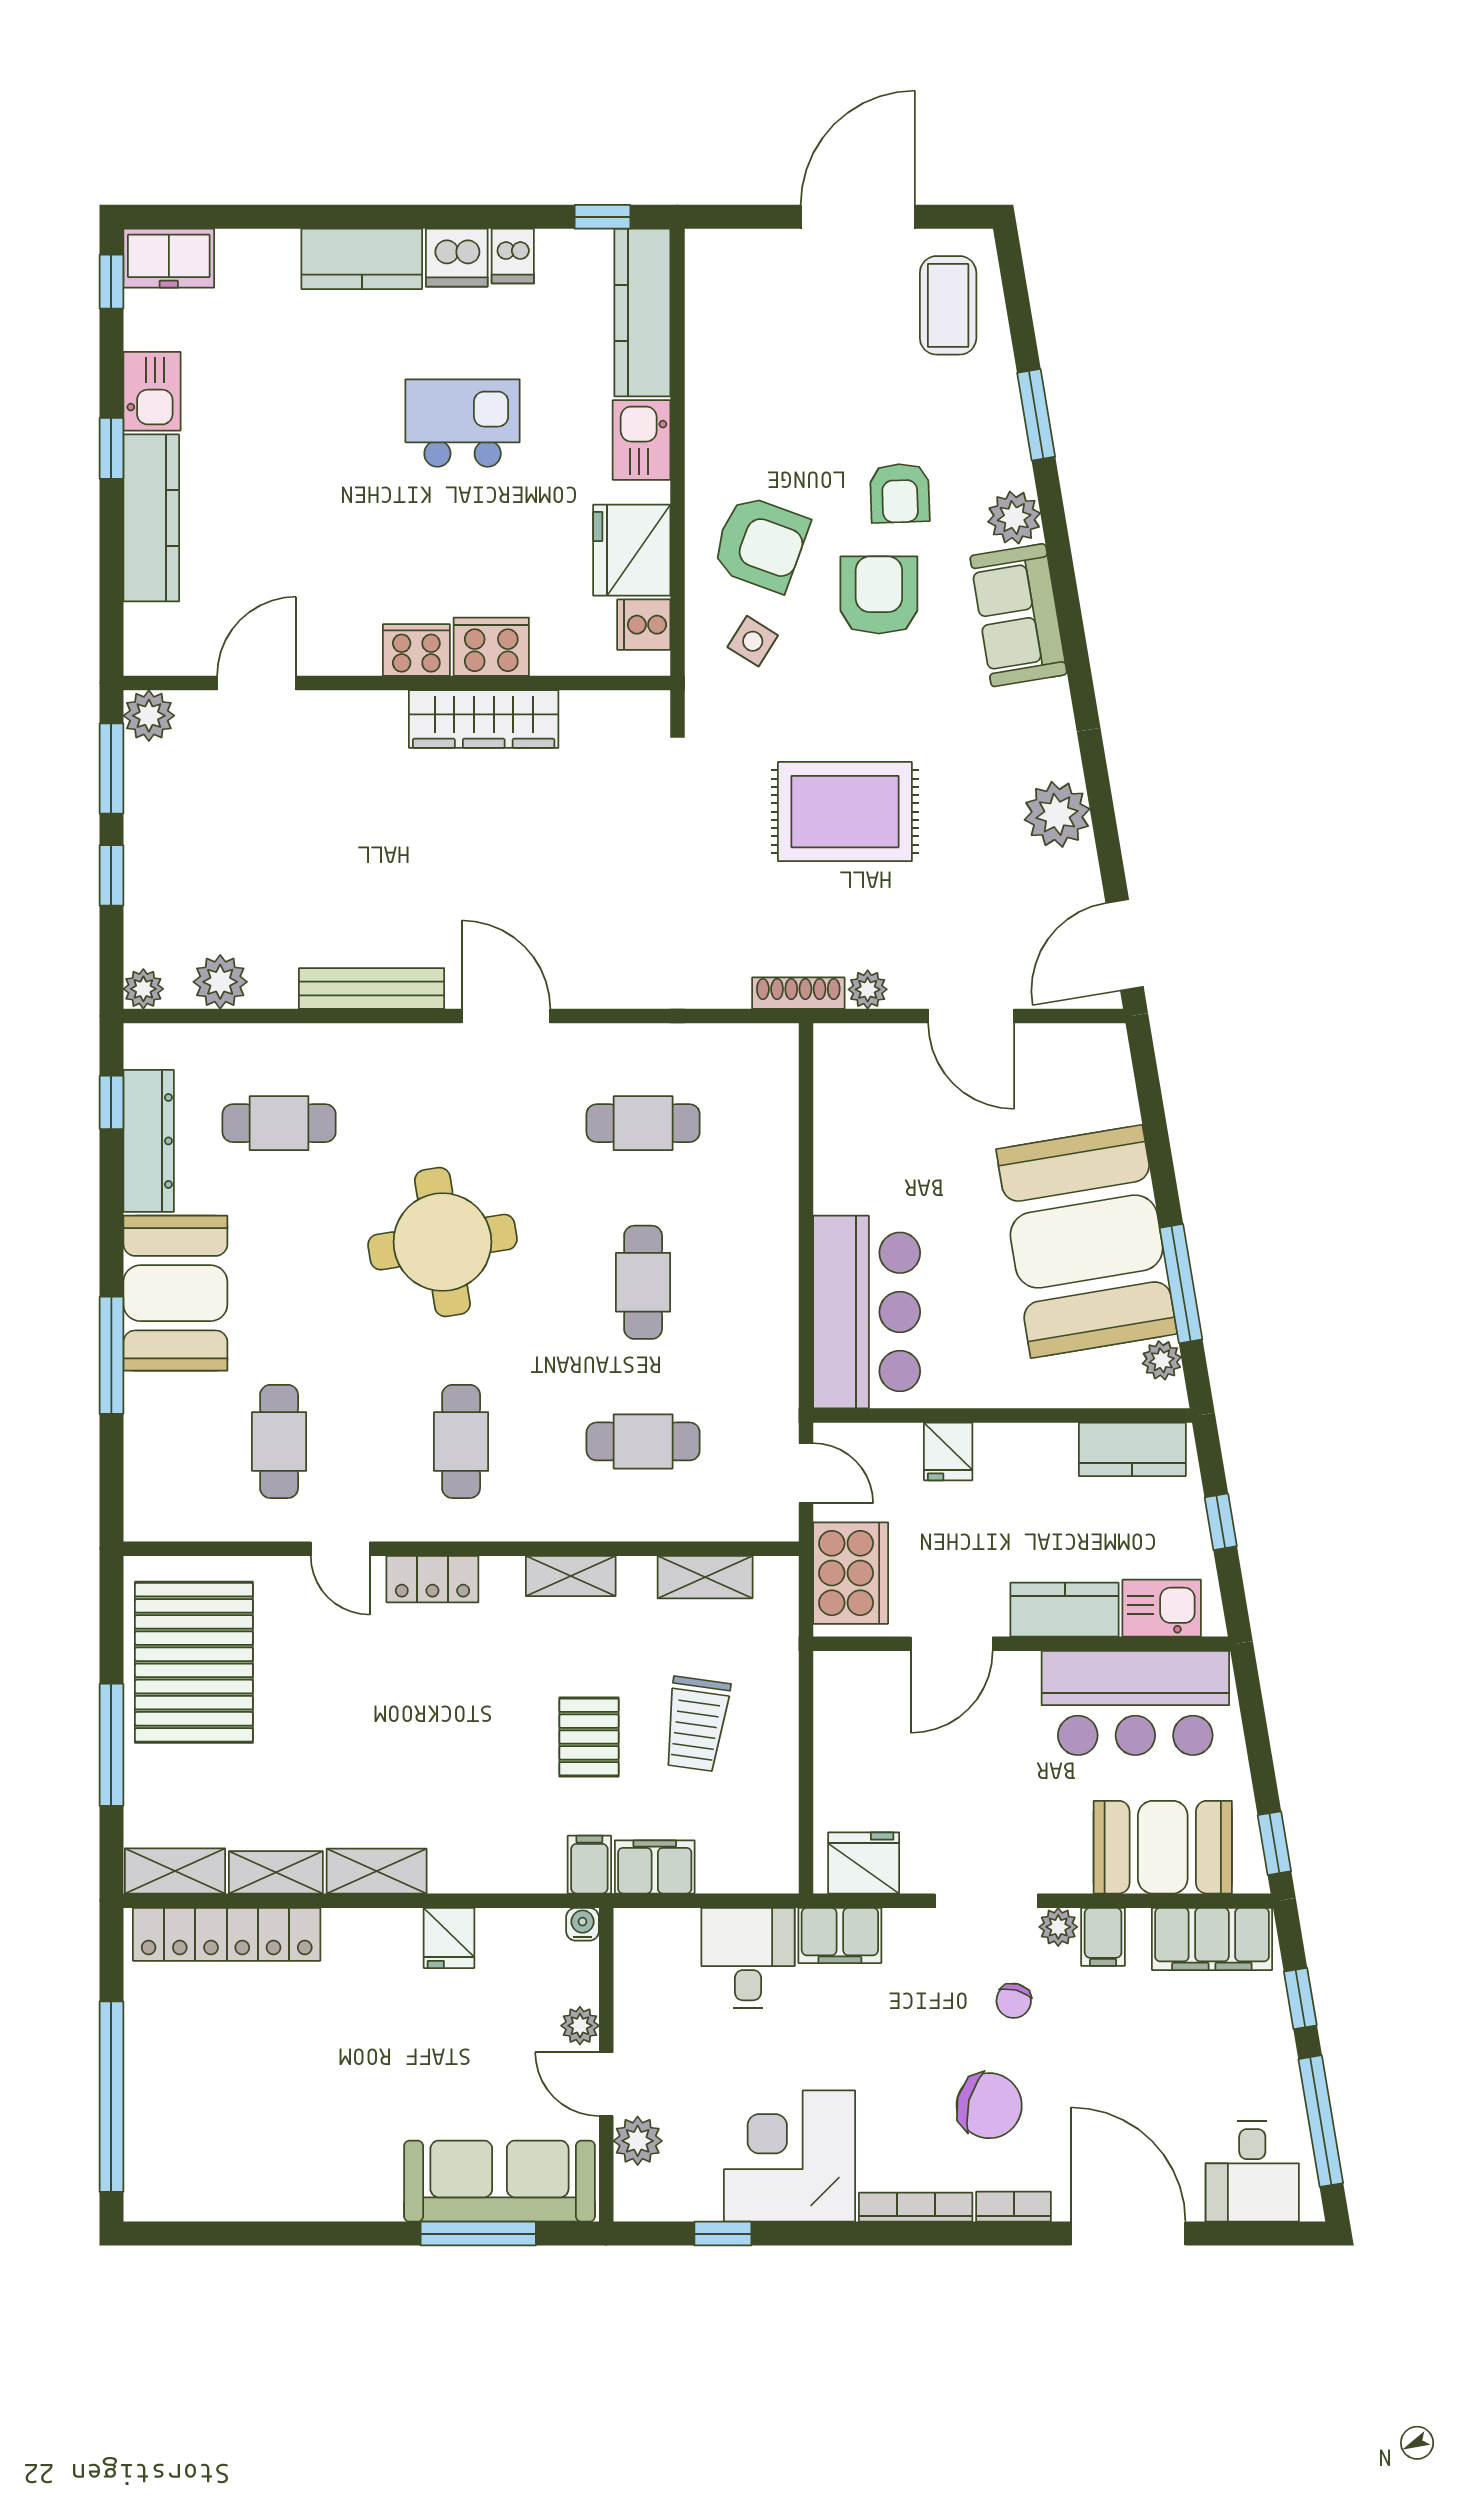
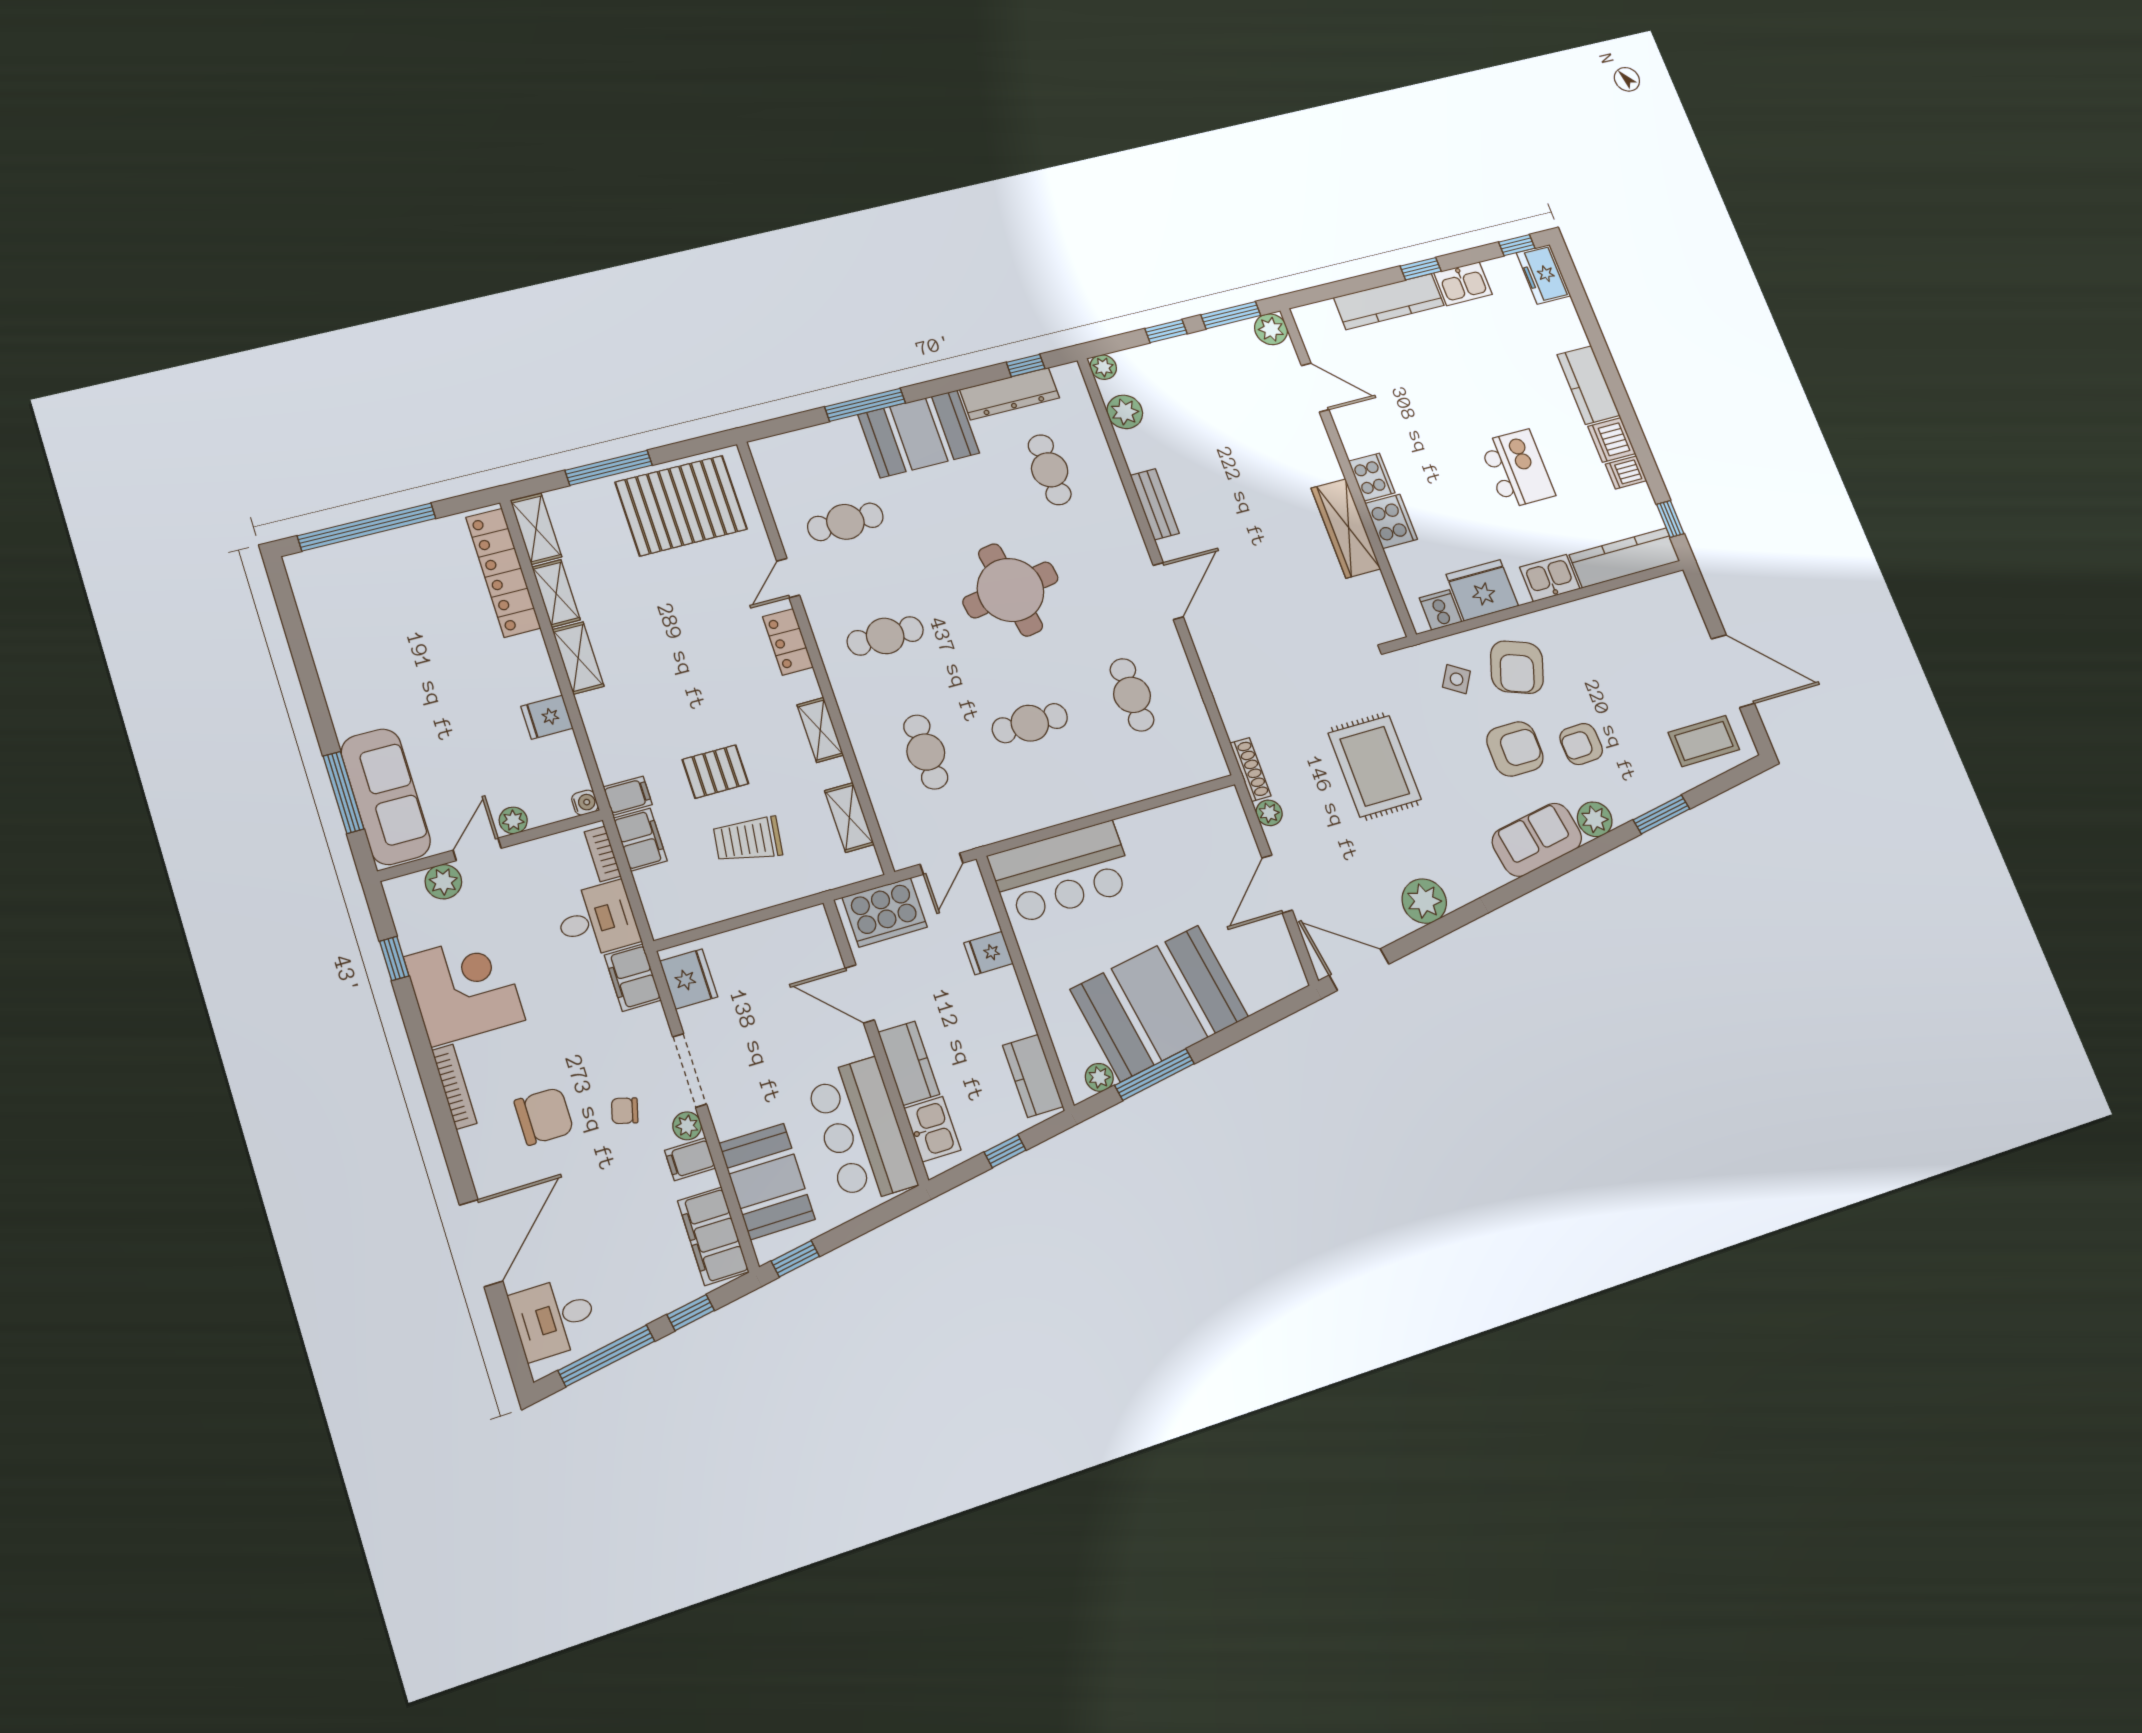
bench: (372, 988) -> (1155, 504), width x0.73
chair: (989, 2106) -> (544, 1116), turned -105
bookcase: (1014, 2207) -> (603, 854), moved, turned 180

